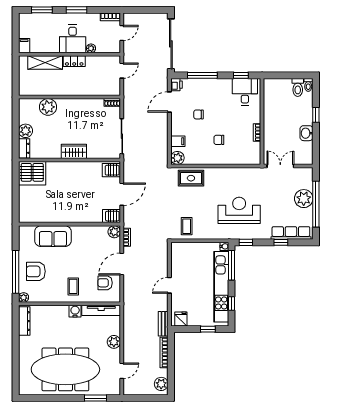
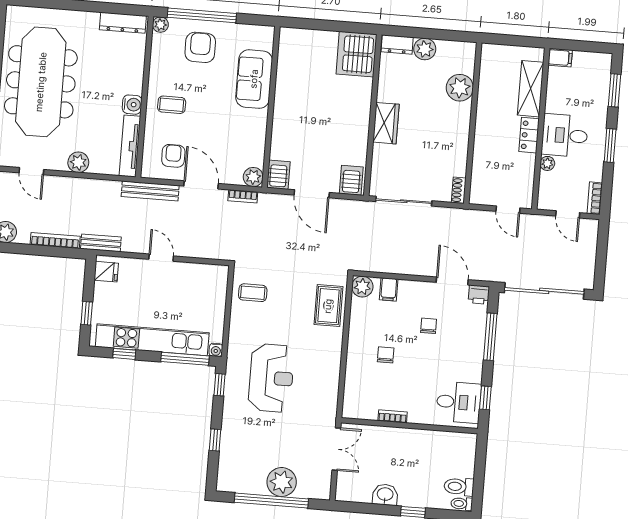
row of seats: (291, 233) -> (229, 457), removed
bench: (128, 296) -> (150, 191), added

